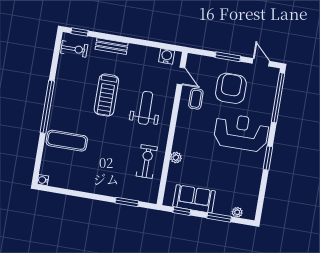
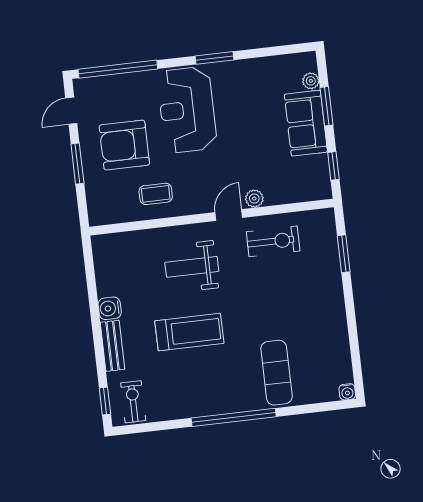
water cooler: (167, 56) -> (110, 308), moved
door: (181, 76) -> (229, 215), moved
exercise bike: (147, 162) -> (273, 241), turned 180
sofa: (194, 199) -> (306, 123), moved

